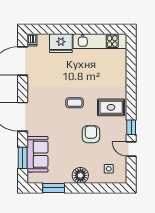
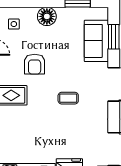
coffee table: (75, 103) -> (68, 98), moved

